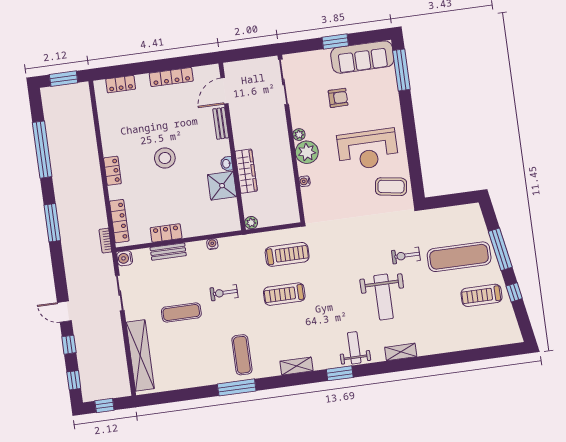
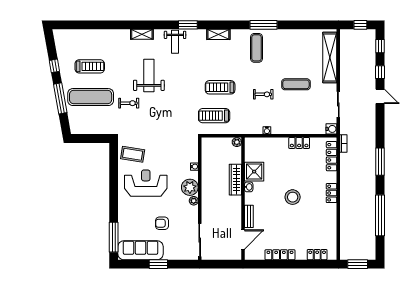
bench: (168, 252) -> (299, 129), removed
treadmill: (284, 294) -> (220, 87), turned 180
treadmill: (481, 295) -> (90, 66), moved

